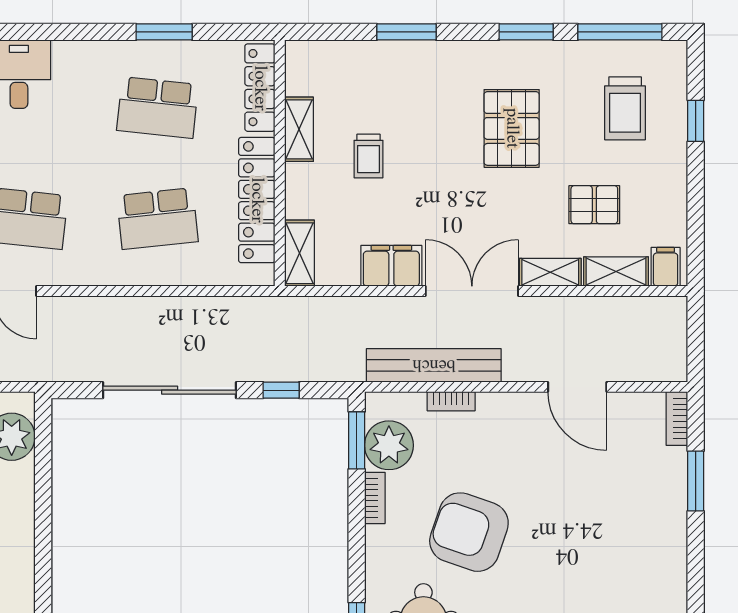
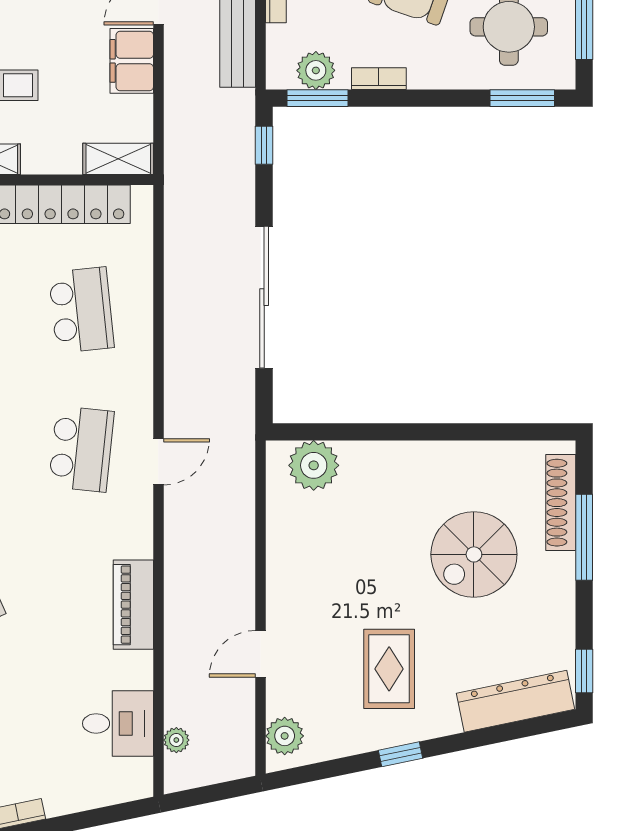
window: (281, 390) -> (264, 145), moved
plant: (389, 445) -> (316, 70), width x0.73, depth x0.73

